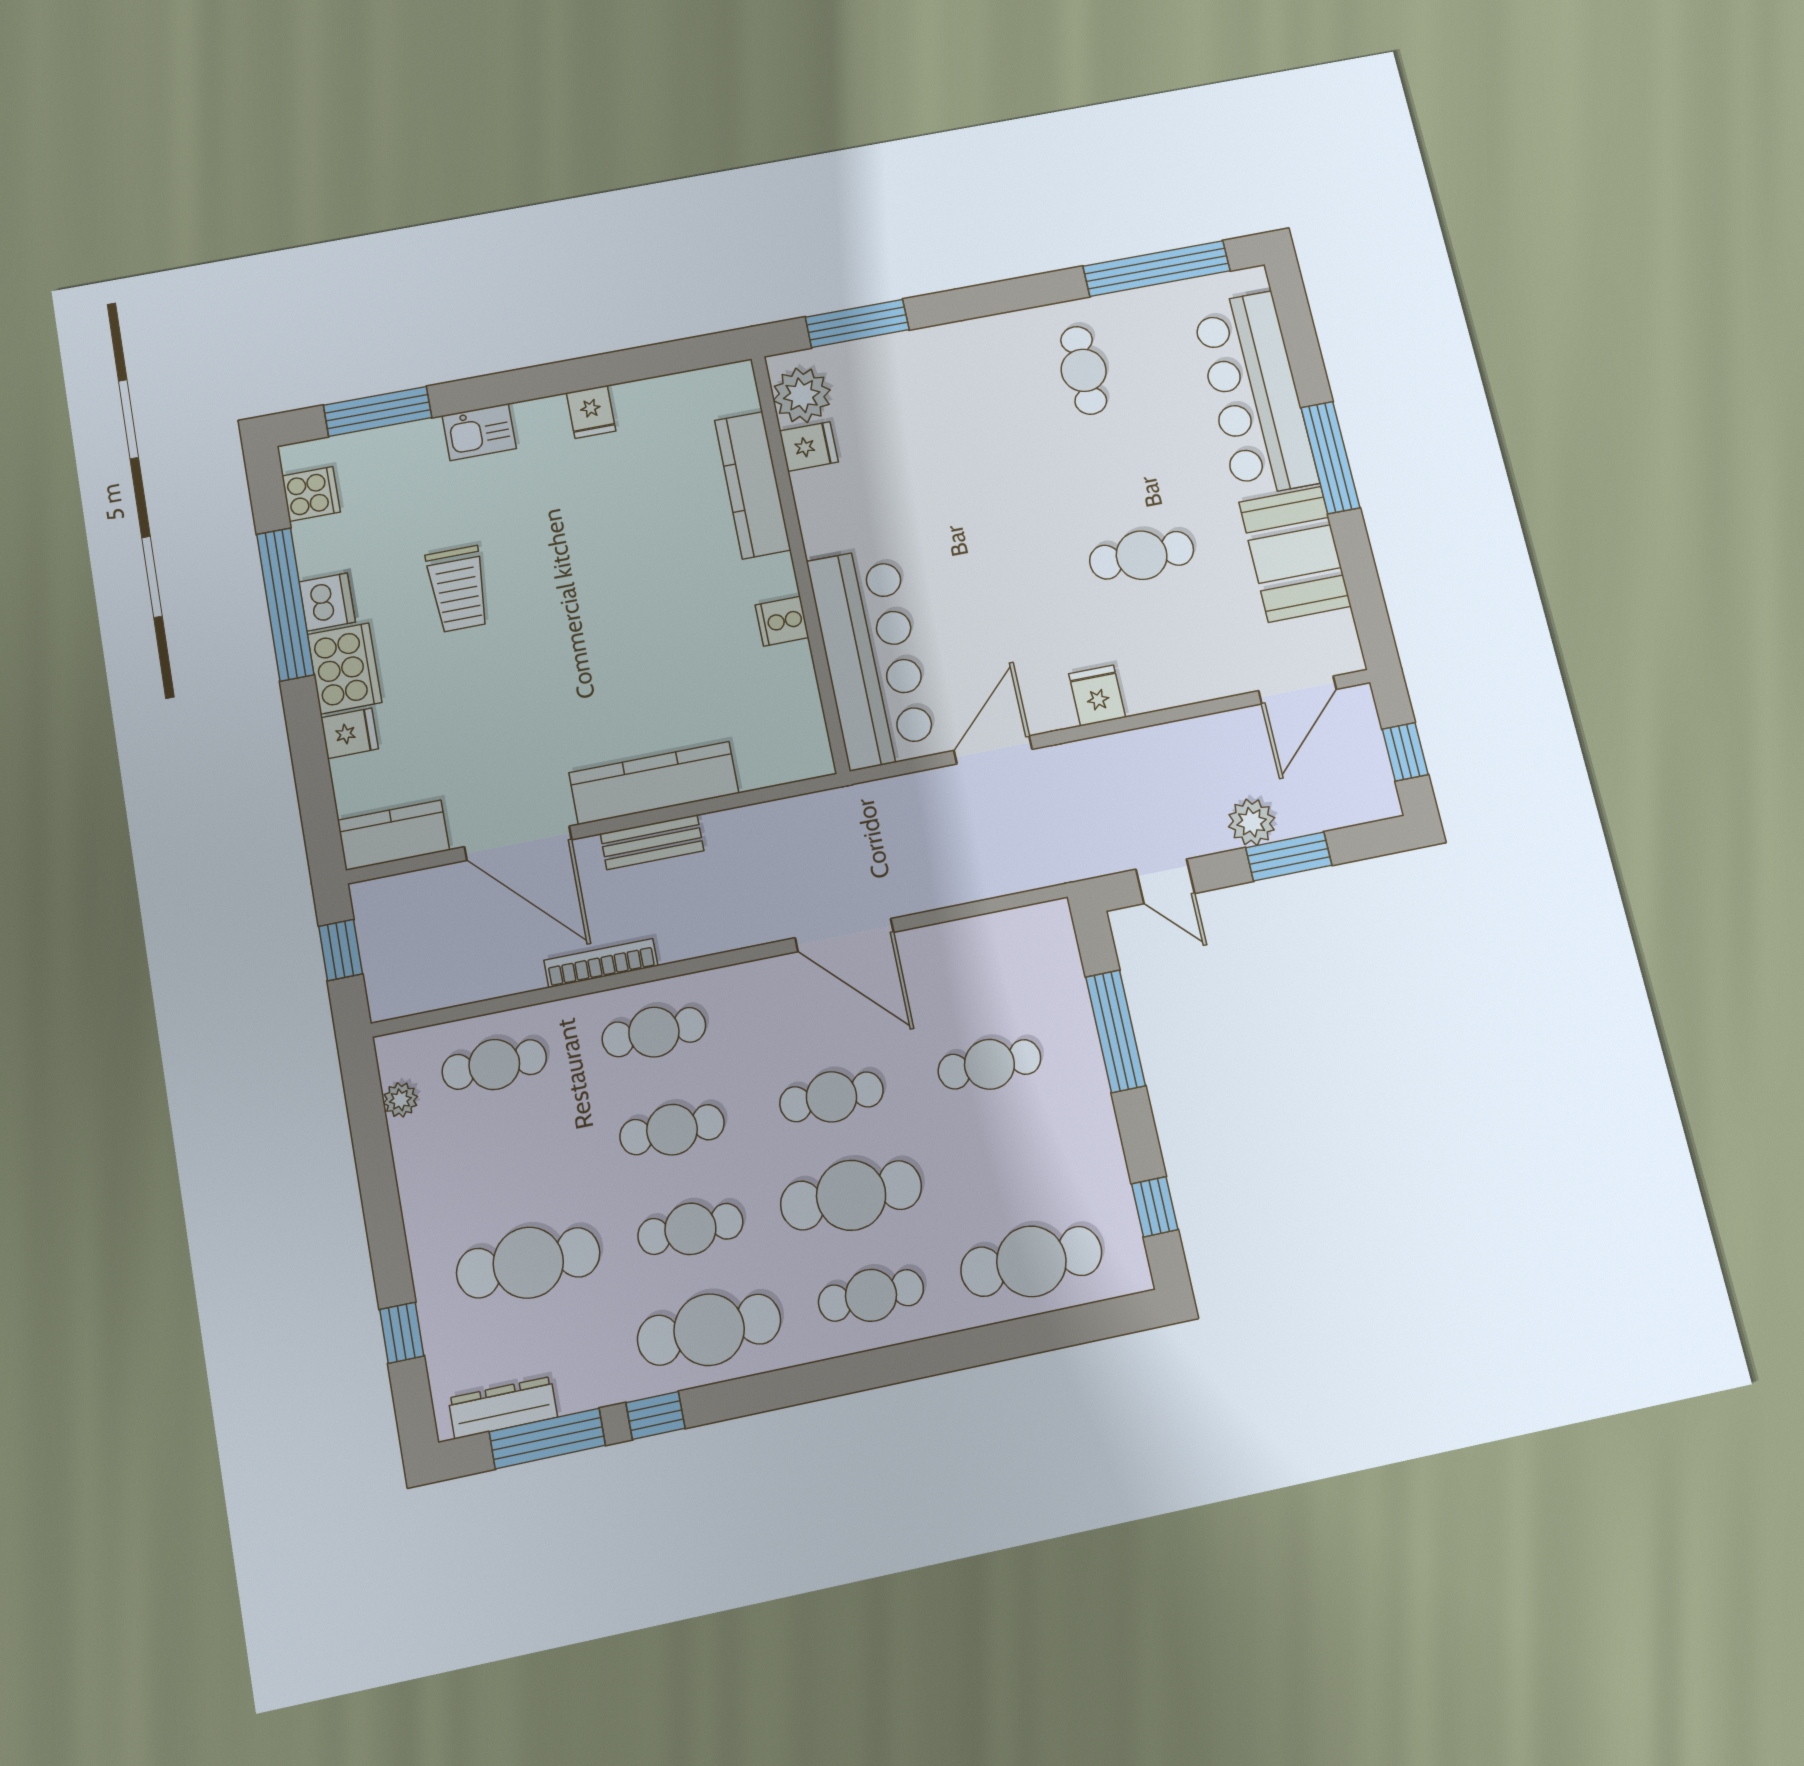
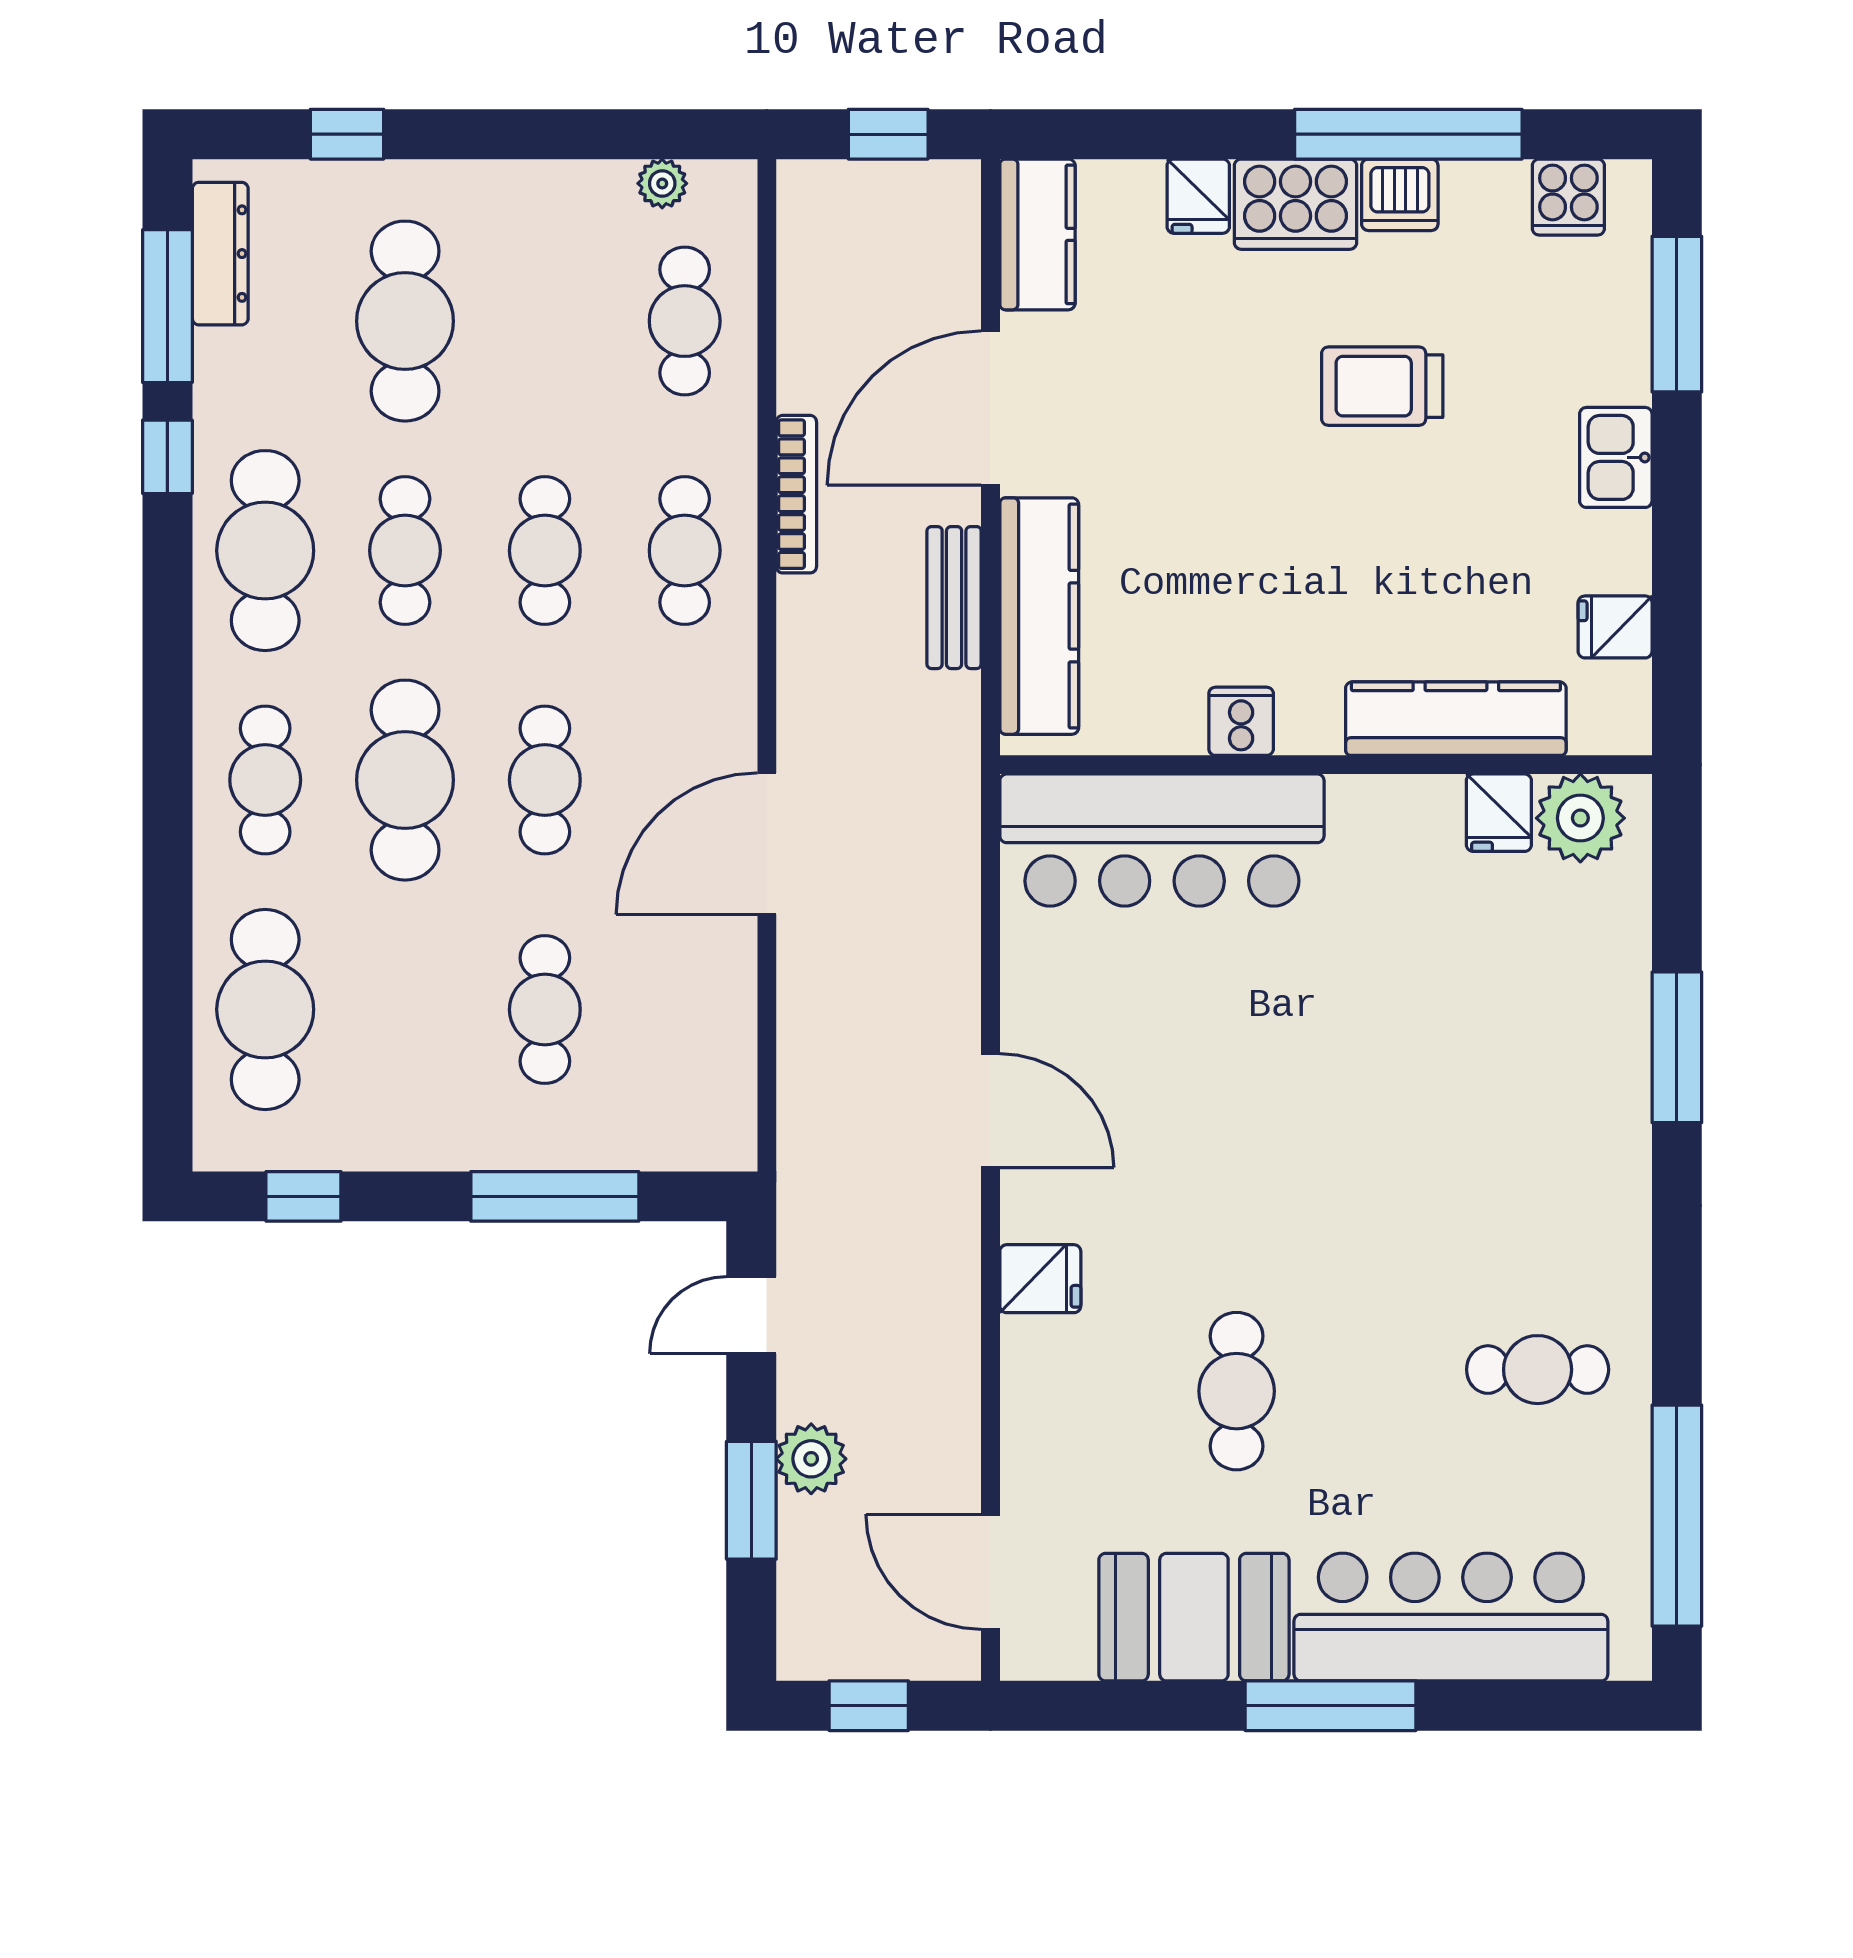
plant: (802, 395) -> (1580, 818), moved
fridge: (809, 446) -> (1499, 813), moved
kitchen counter: (753, 485) -> (1456, 719), moved
wall: (800, 561) -> (1326, 765), moved
cooker: (782, 621) -> (1241, 721), moved
bar counter: (872, 657) -> (1162, 840), moved

